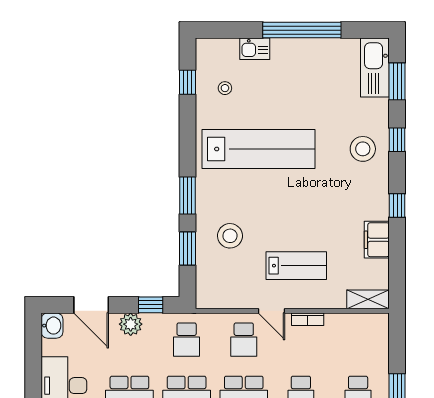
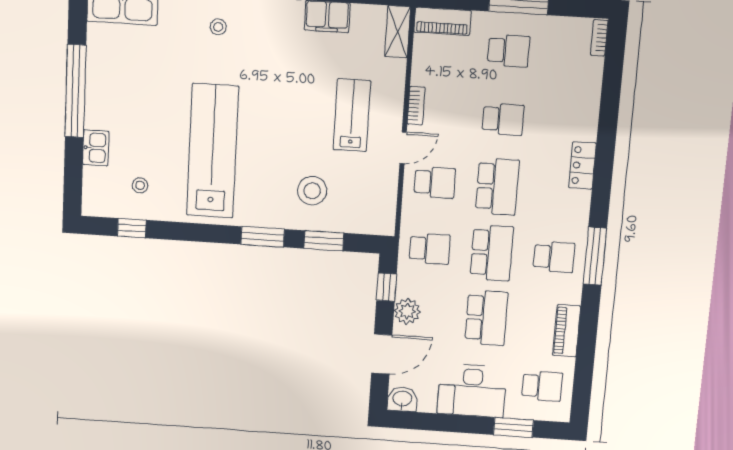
stool: (363, 149) -> (218, 27), width x0.53, depth x0.53
piano: (379, 336) -> (442, 21), added

